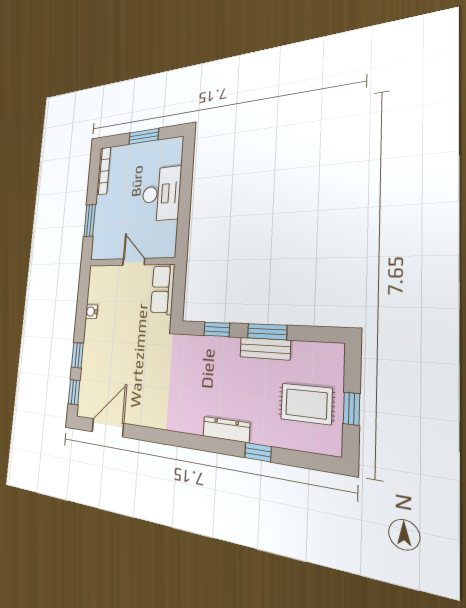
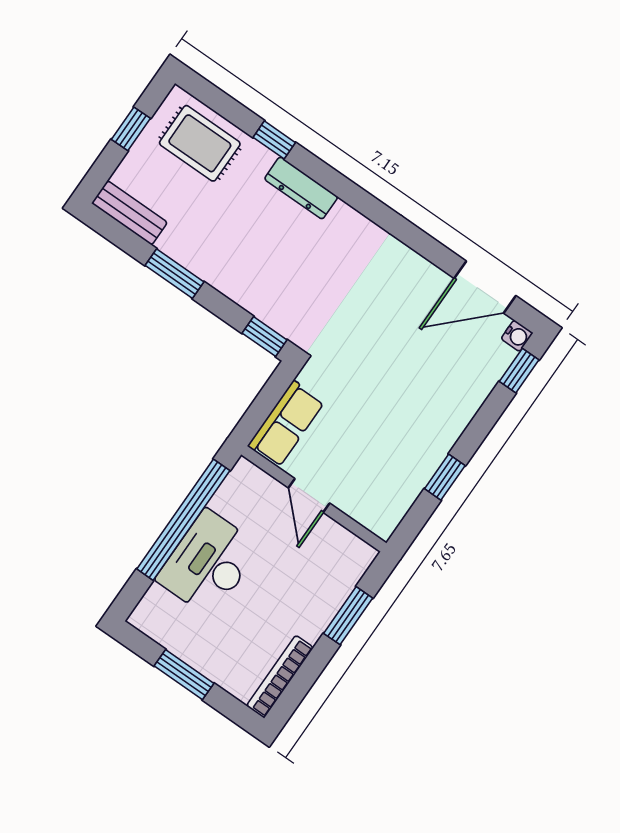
window: (185, 204) -> (183, 520), added
water cooler: (91, 312) -> (517, 336), moved
window: (217, 329) -> (265, 337), moved
bench: (265, 349) -> (129, 213), moved
window: (77, 355) -> (445, 477), moved
rug: (306, 404) -> (200, 143), moved

